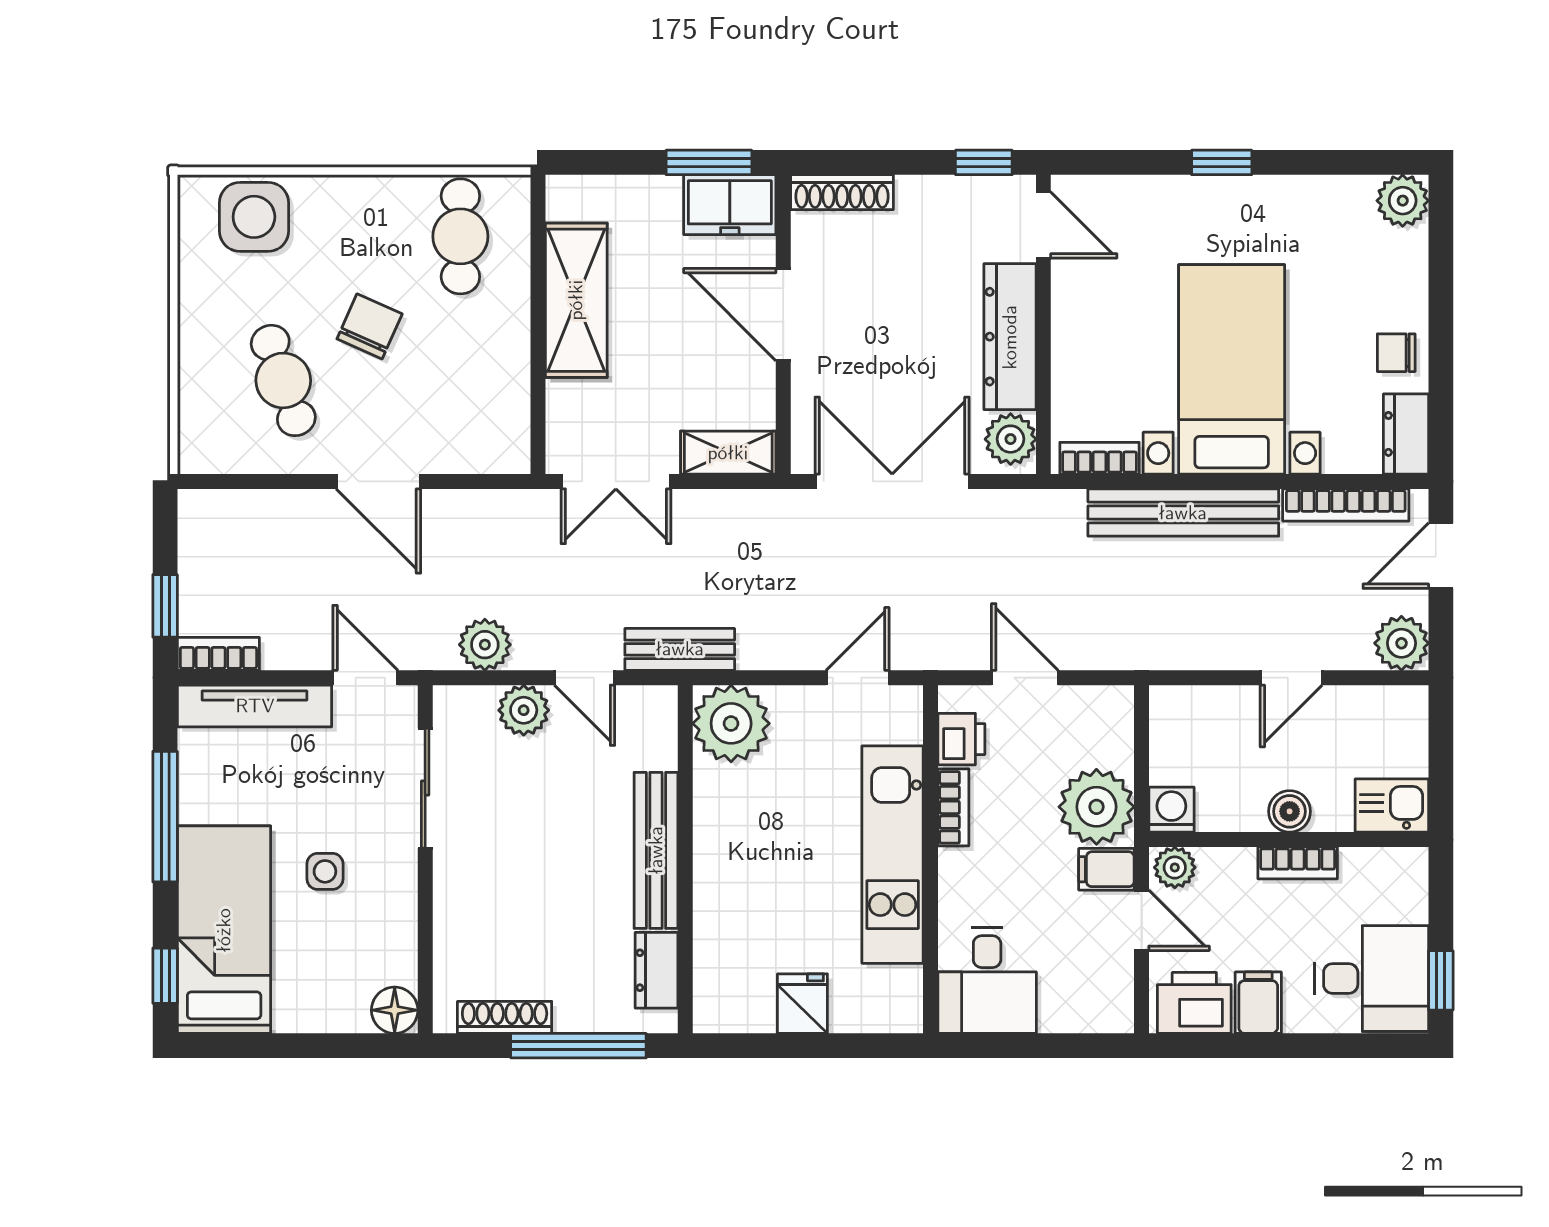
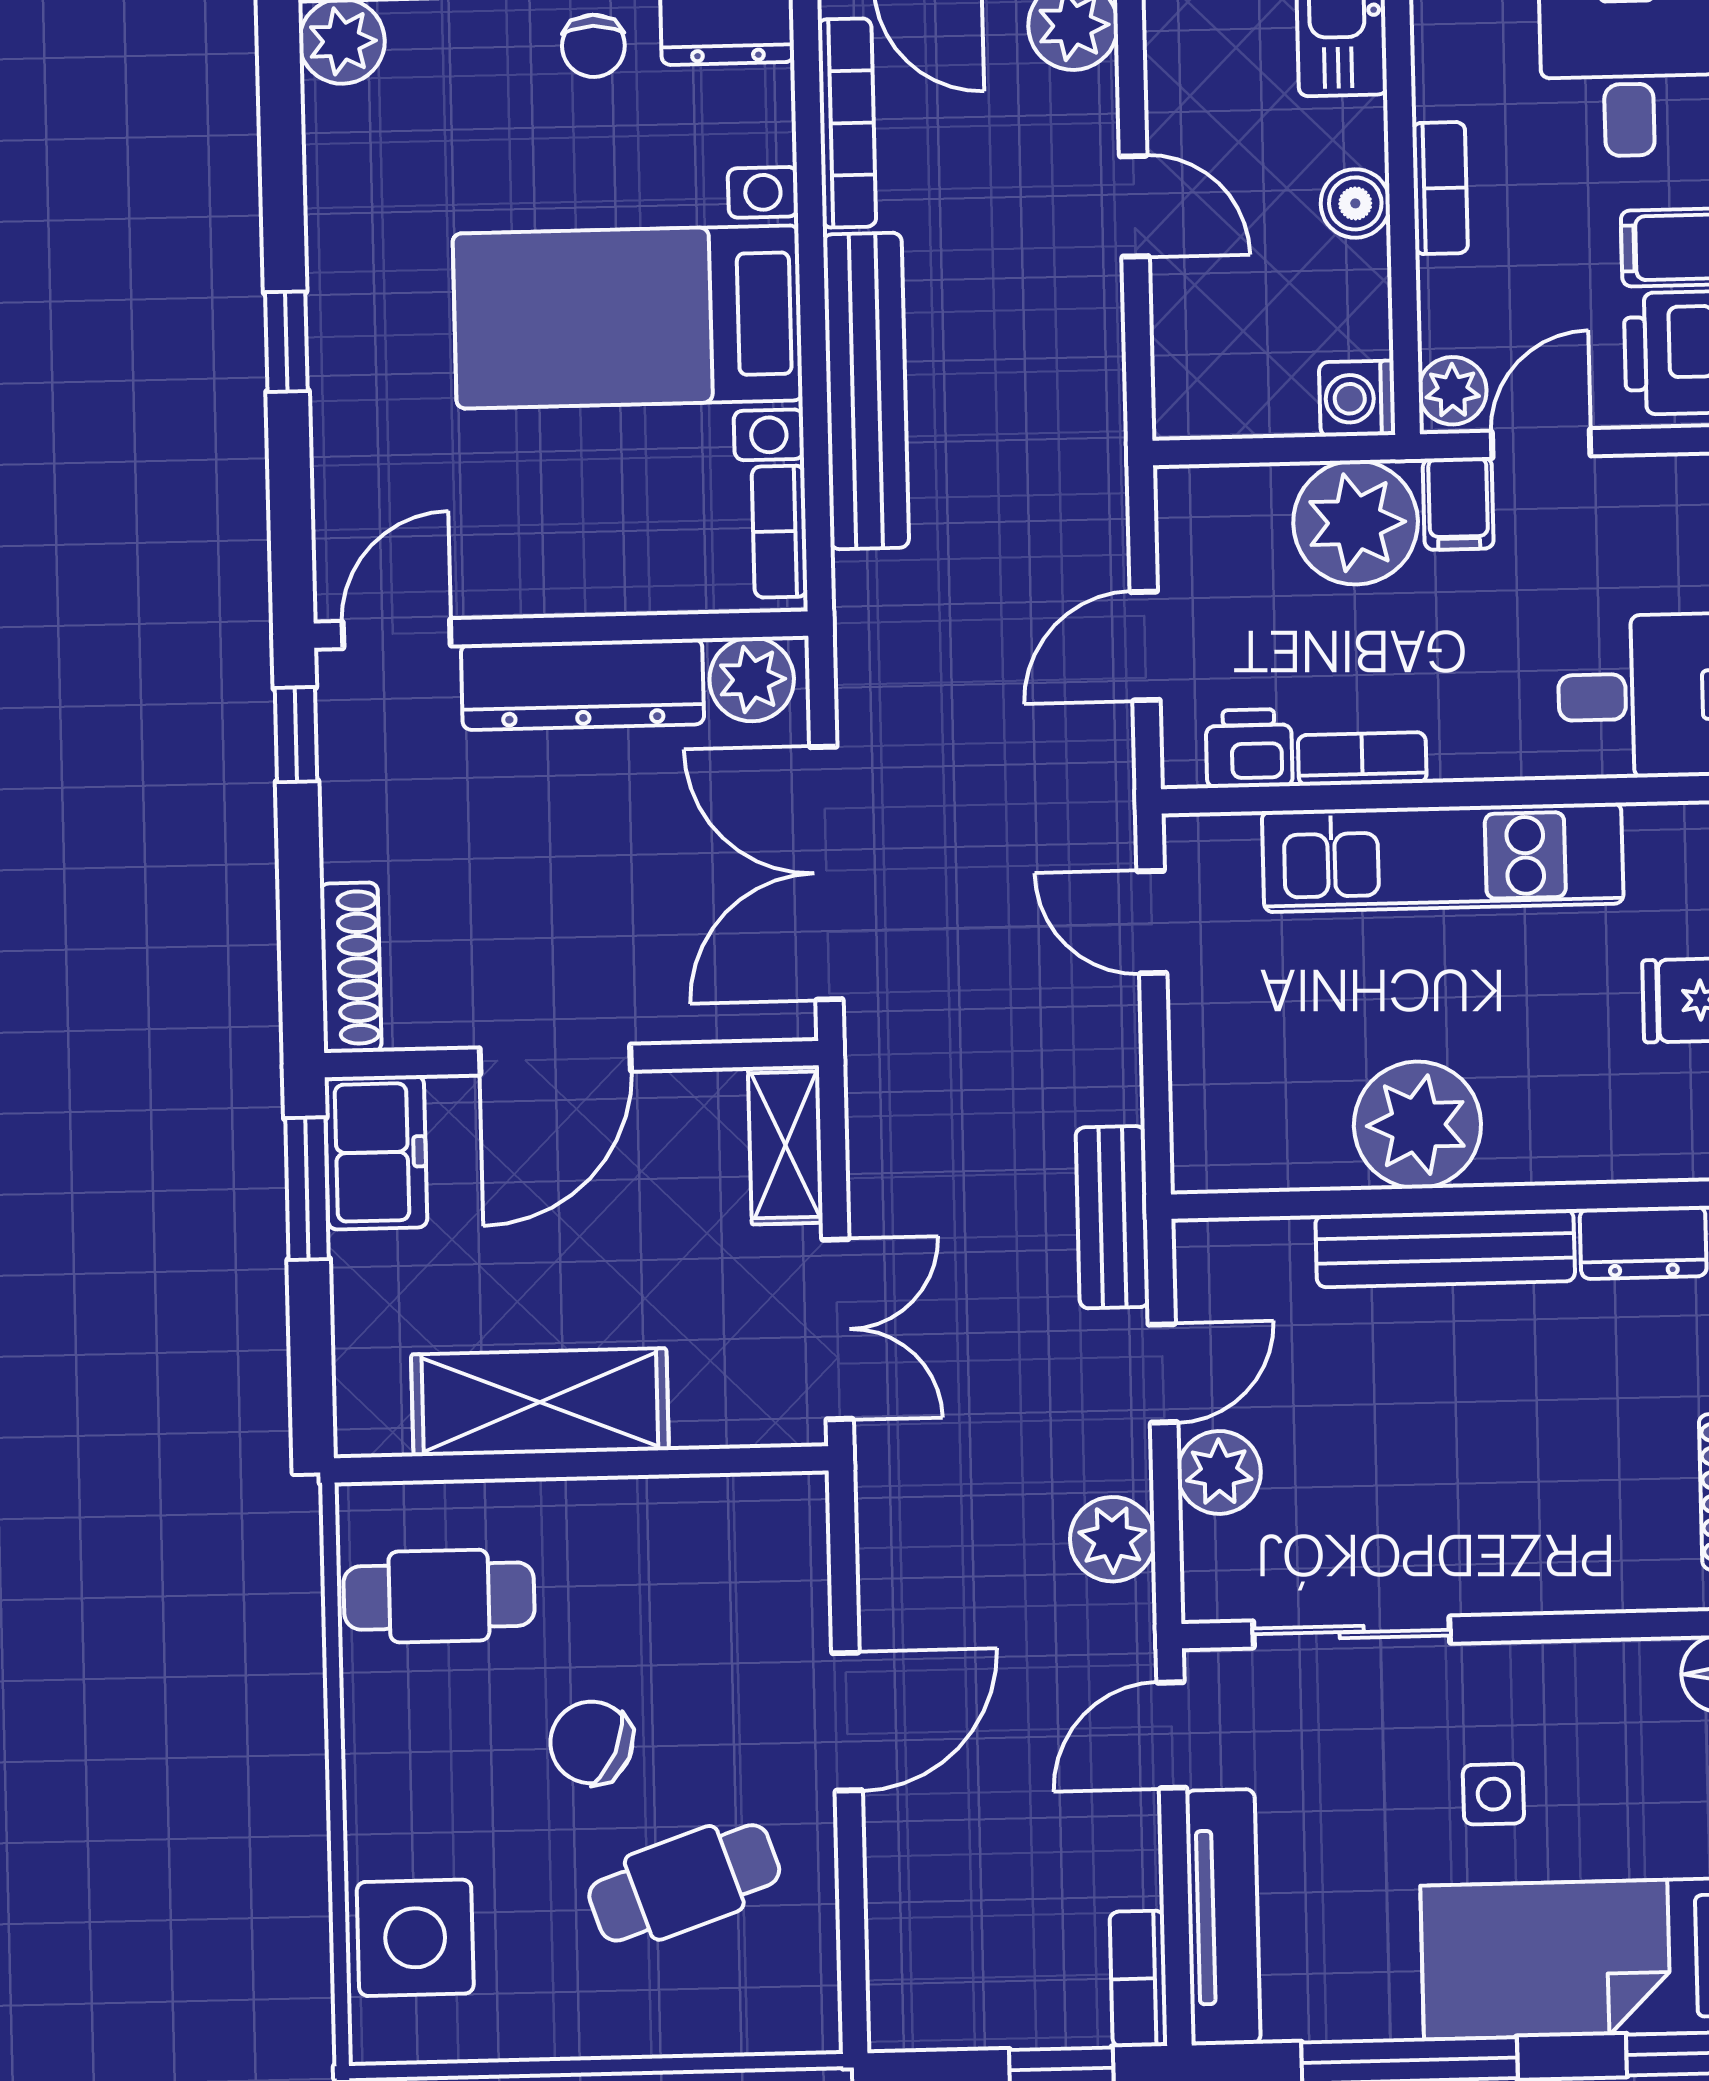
plant: (731, 723) -> (1417, 1125), moved

